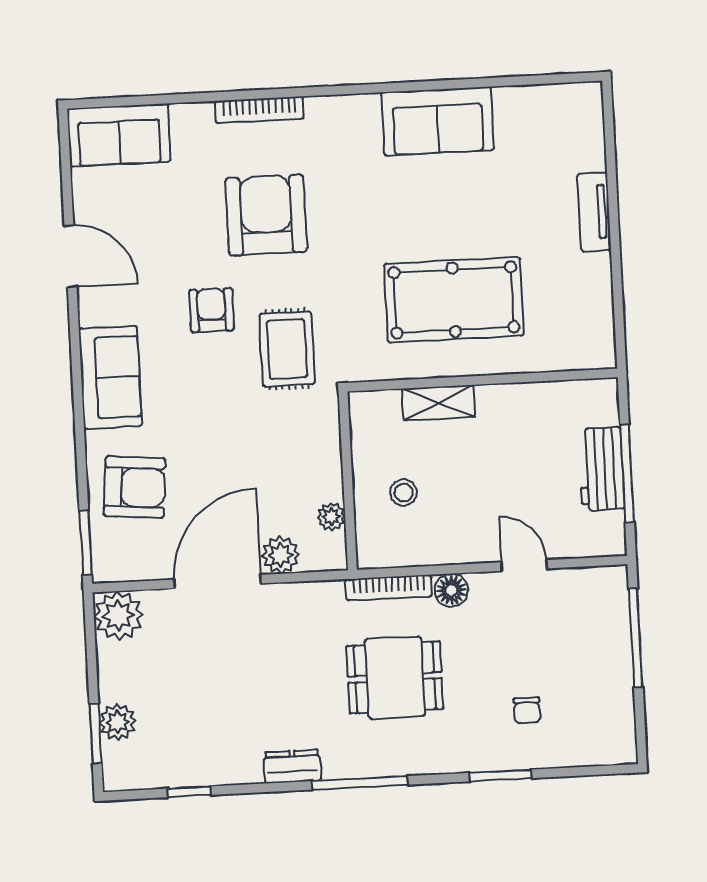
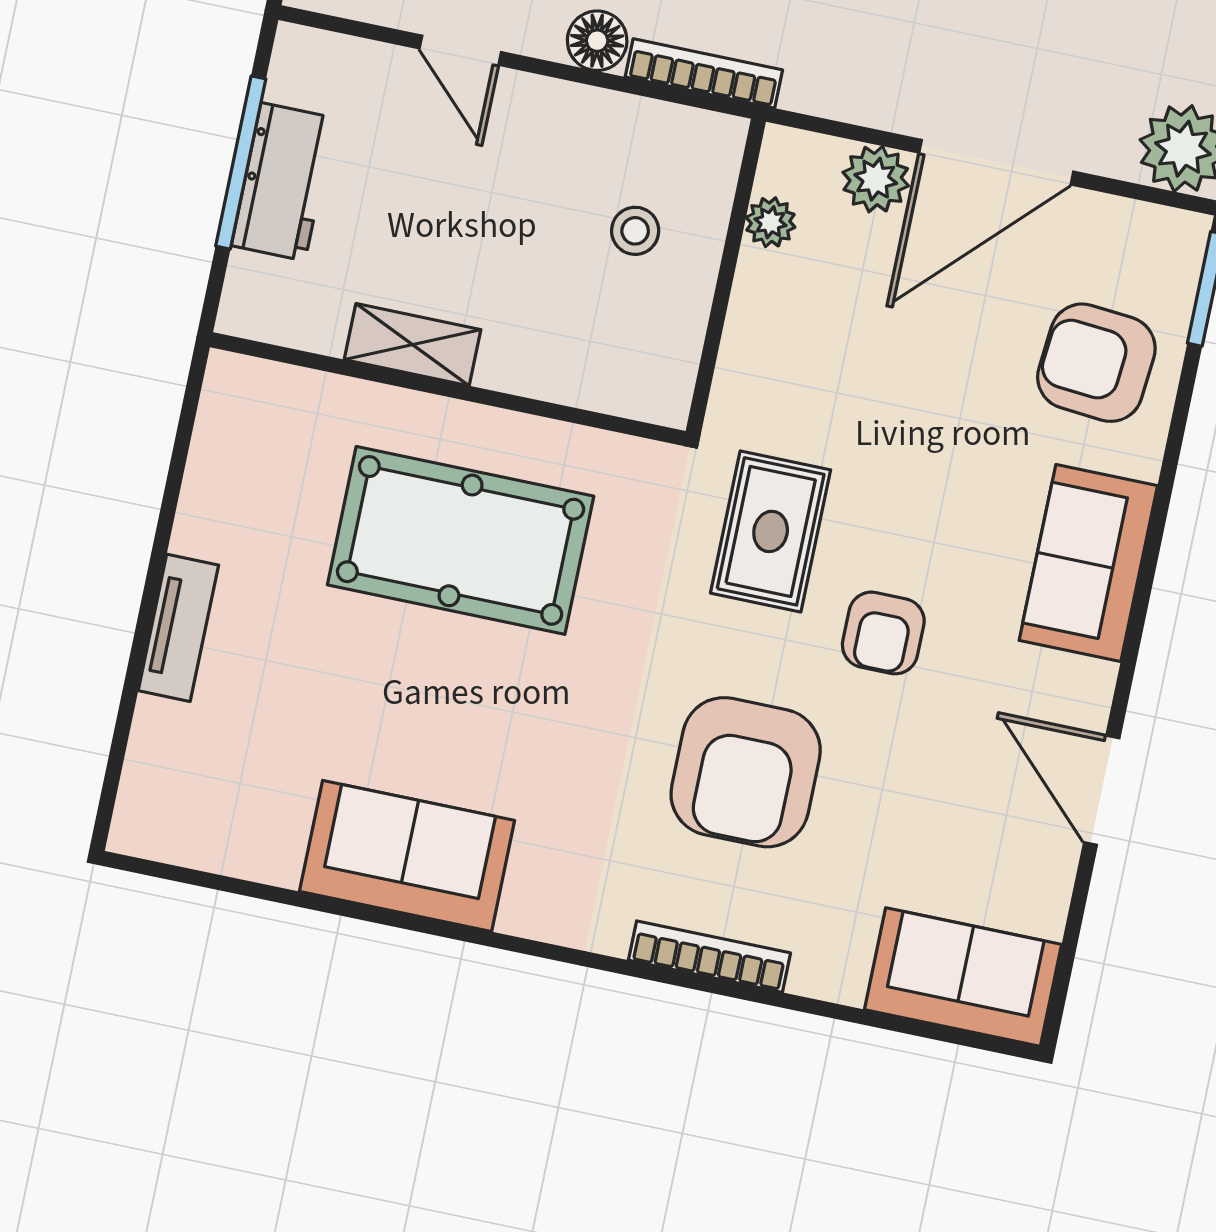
shelving: (438, 403) -> (413, 345), moved

